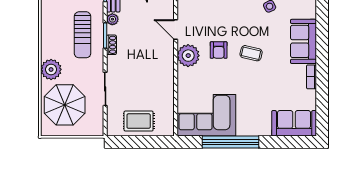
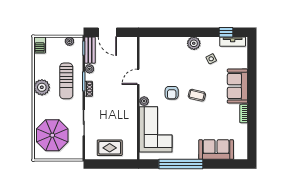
door: (176, 29) -> (138, 77), hinge flipped
plant: (188, 56) -> (144, 101), width x0.53, depth x0.53
plant: (51, 69) -> (42, 87), moved
corner sofa: (206, 115) -> (156, 129), moved, turned 90
sofa: (294, 123) -> (216, 150), moved

